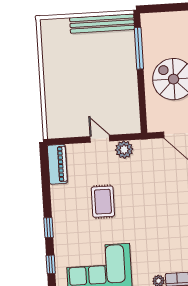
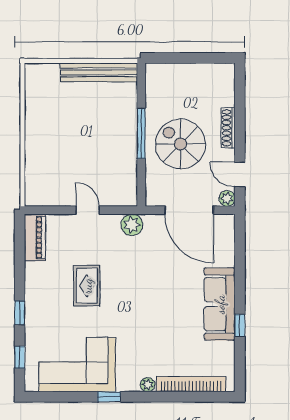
window: (139, 48) -> (141, 133), moved
plant: (124, 150) -> (132, 225), moved

